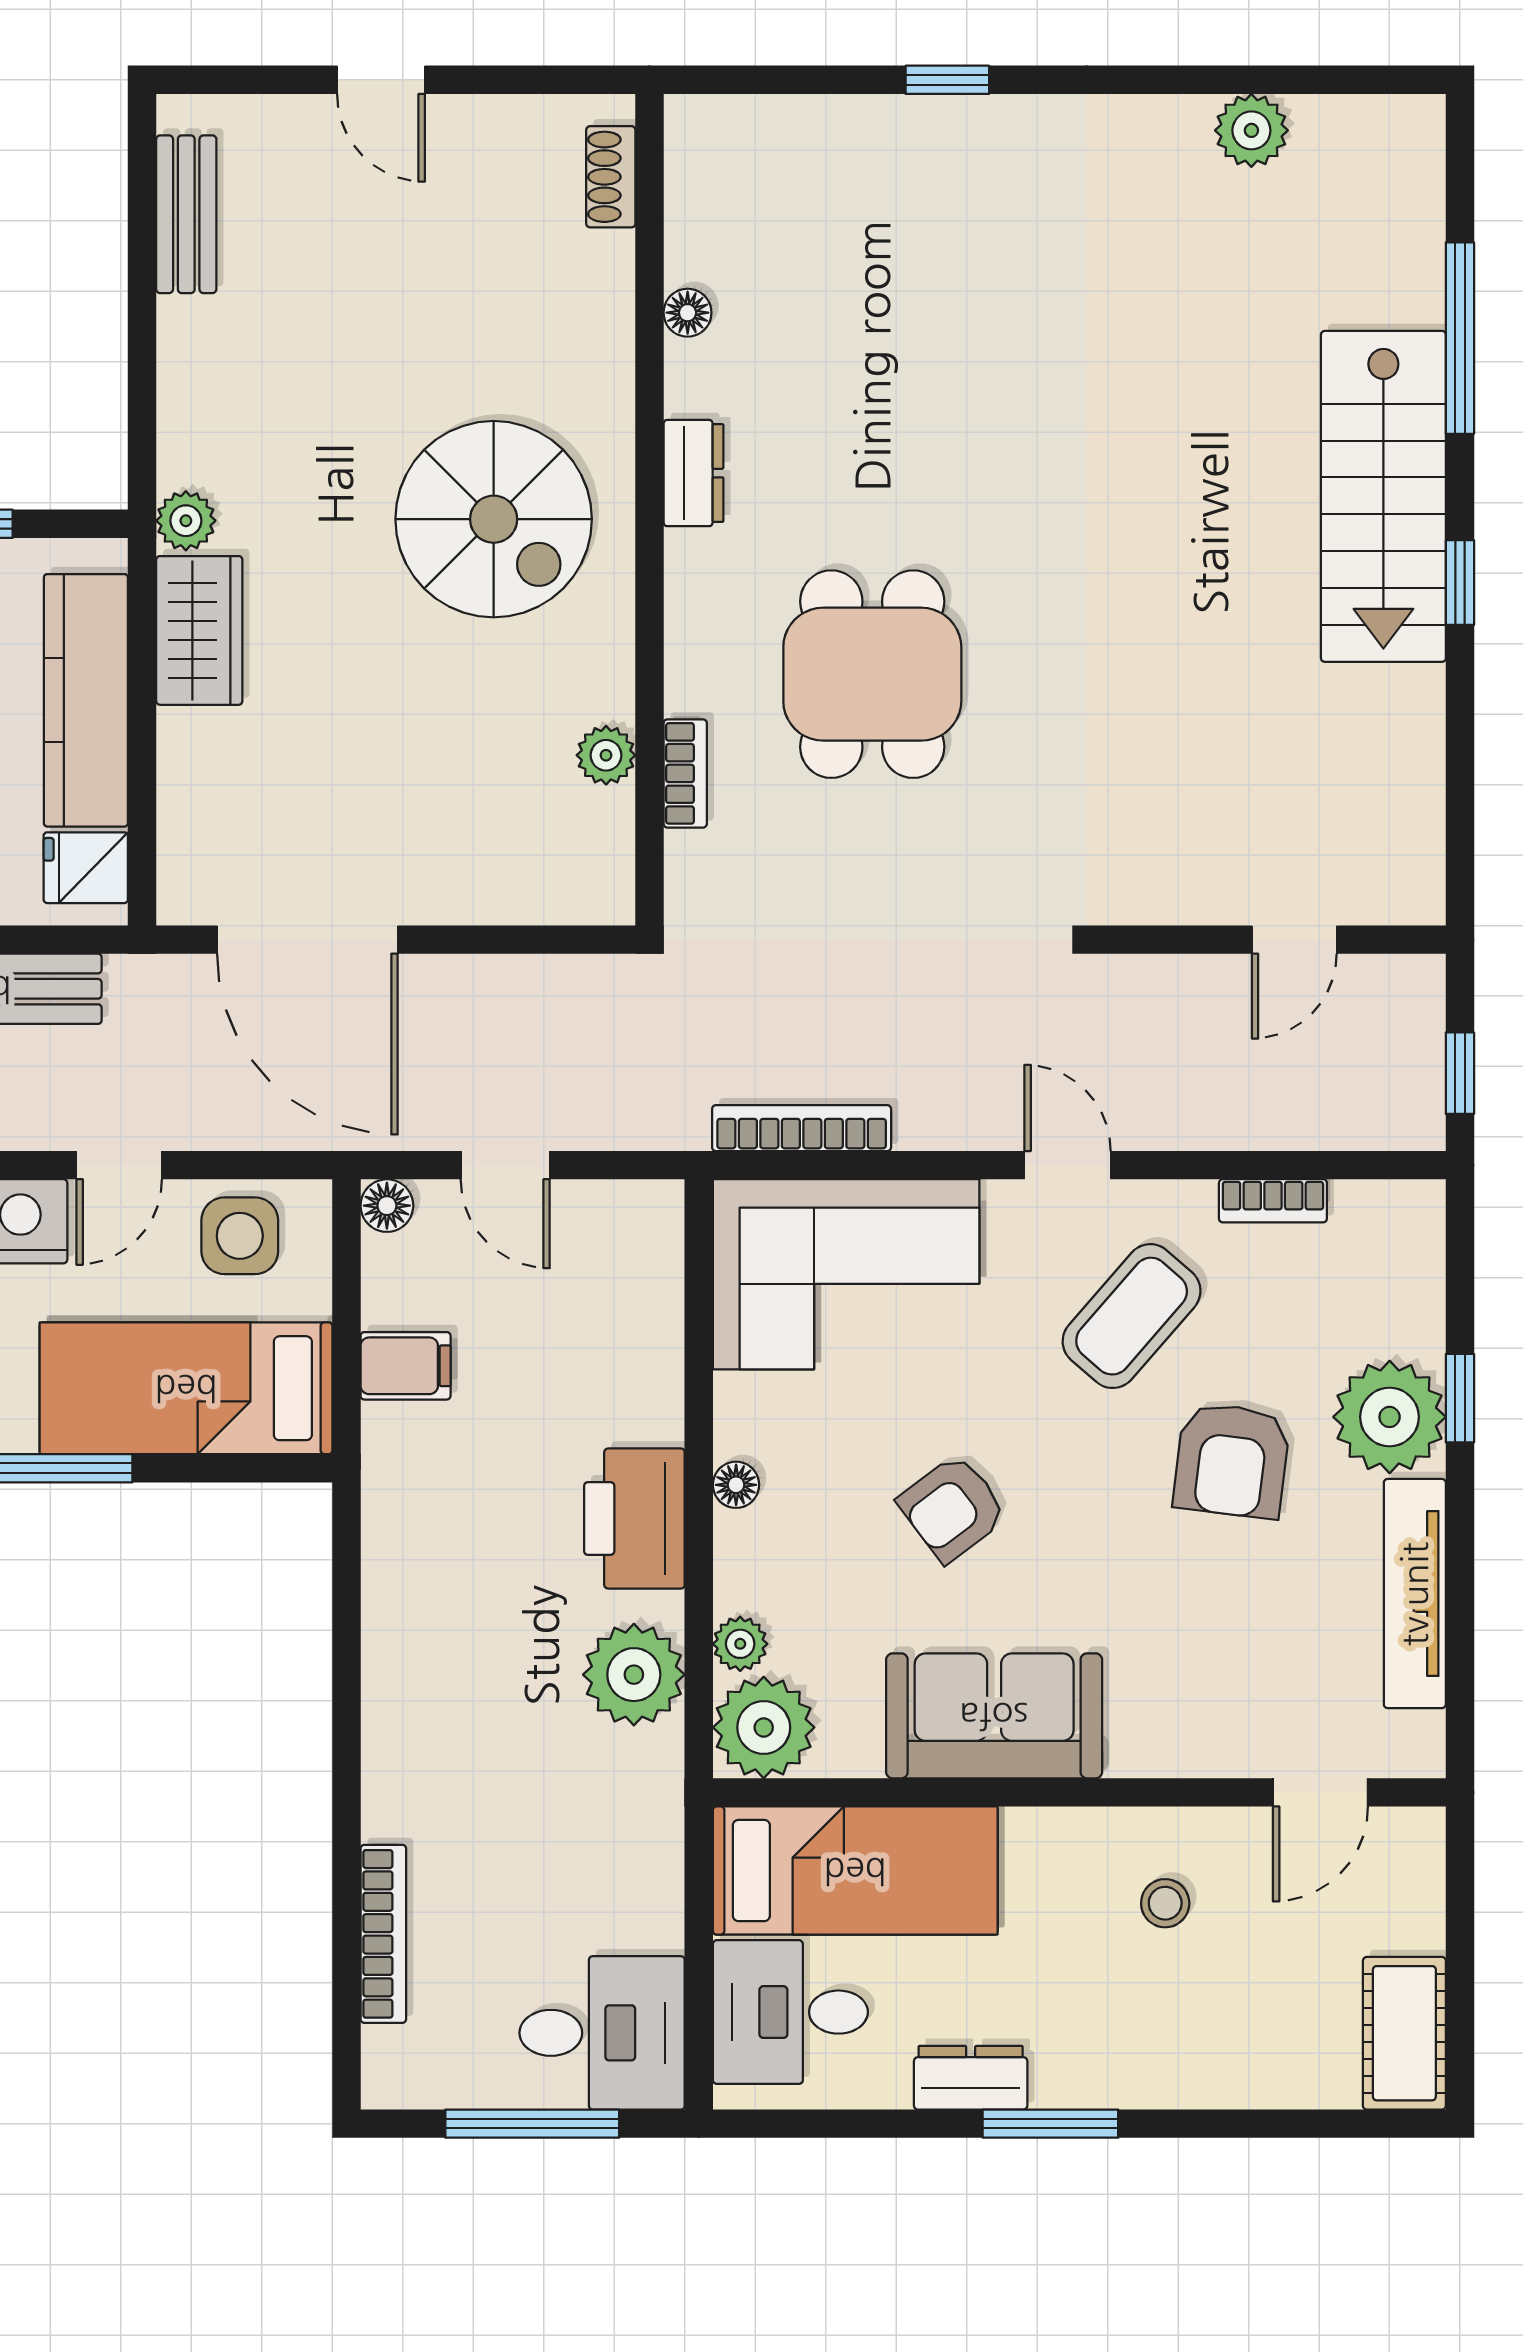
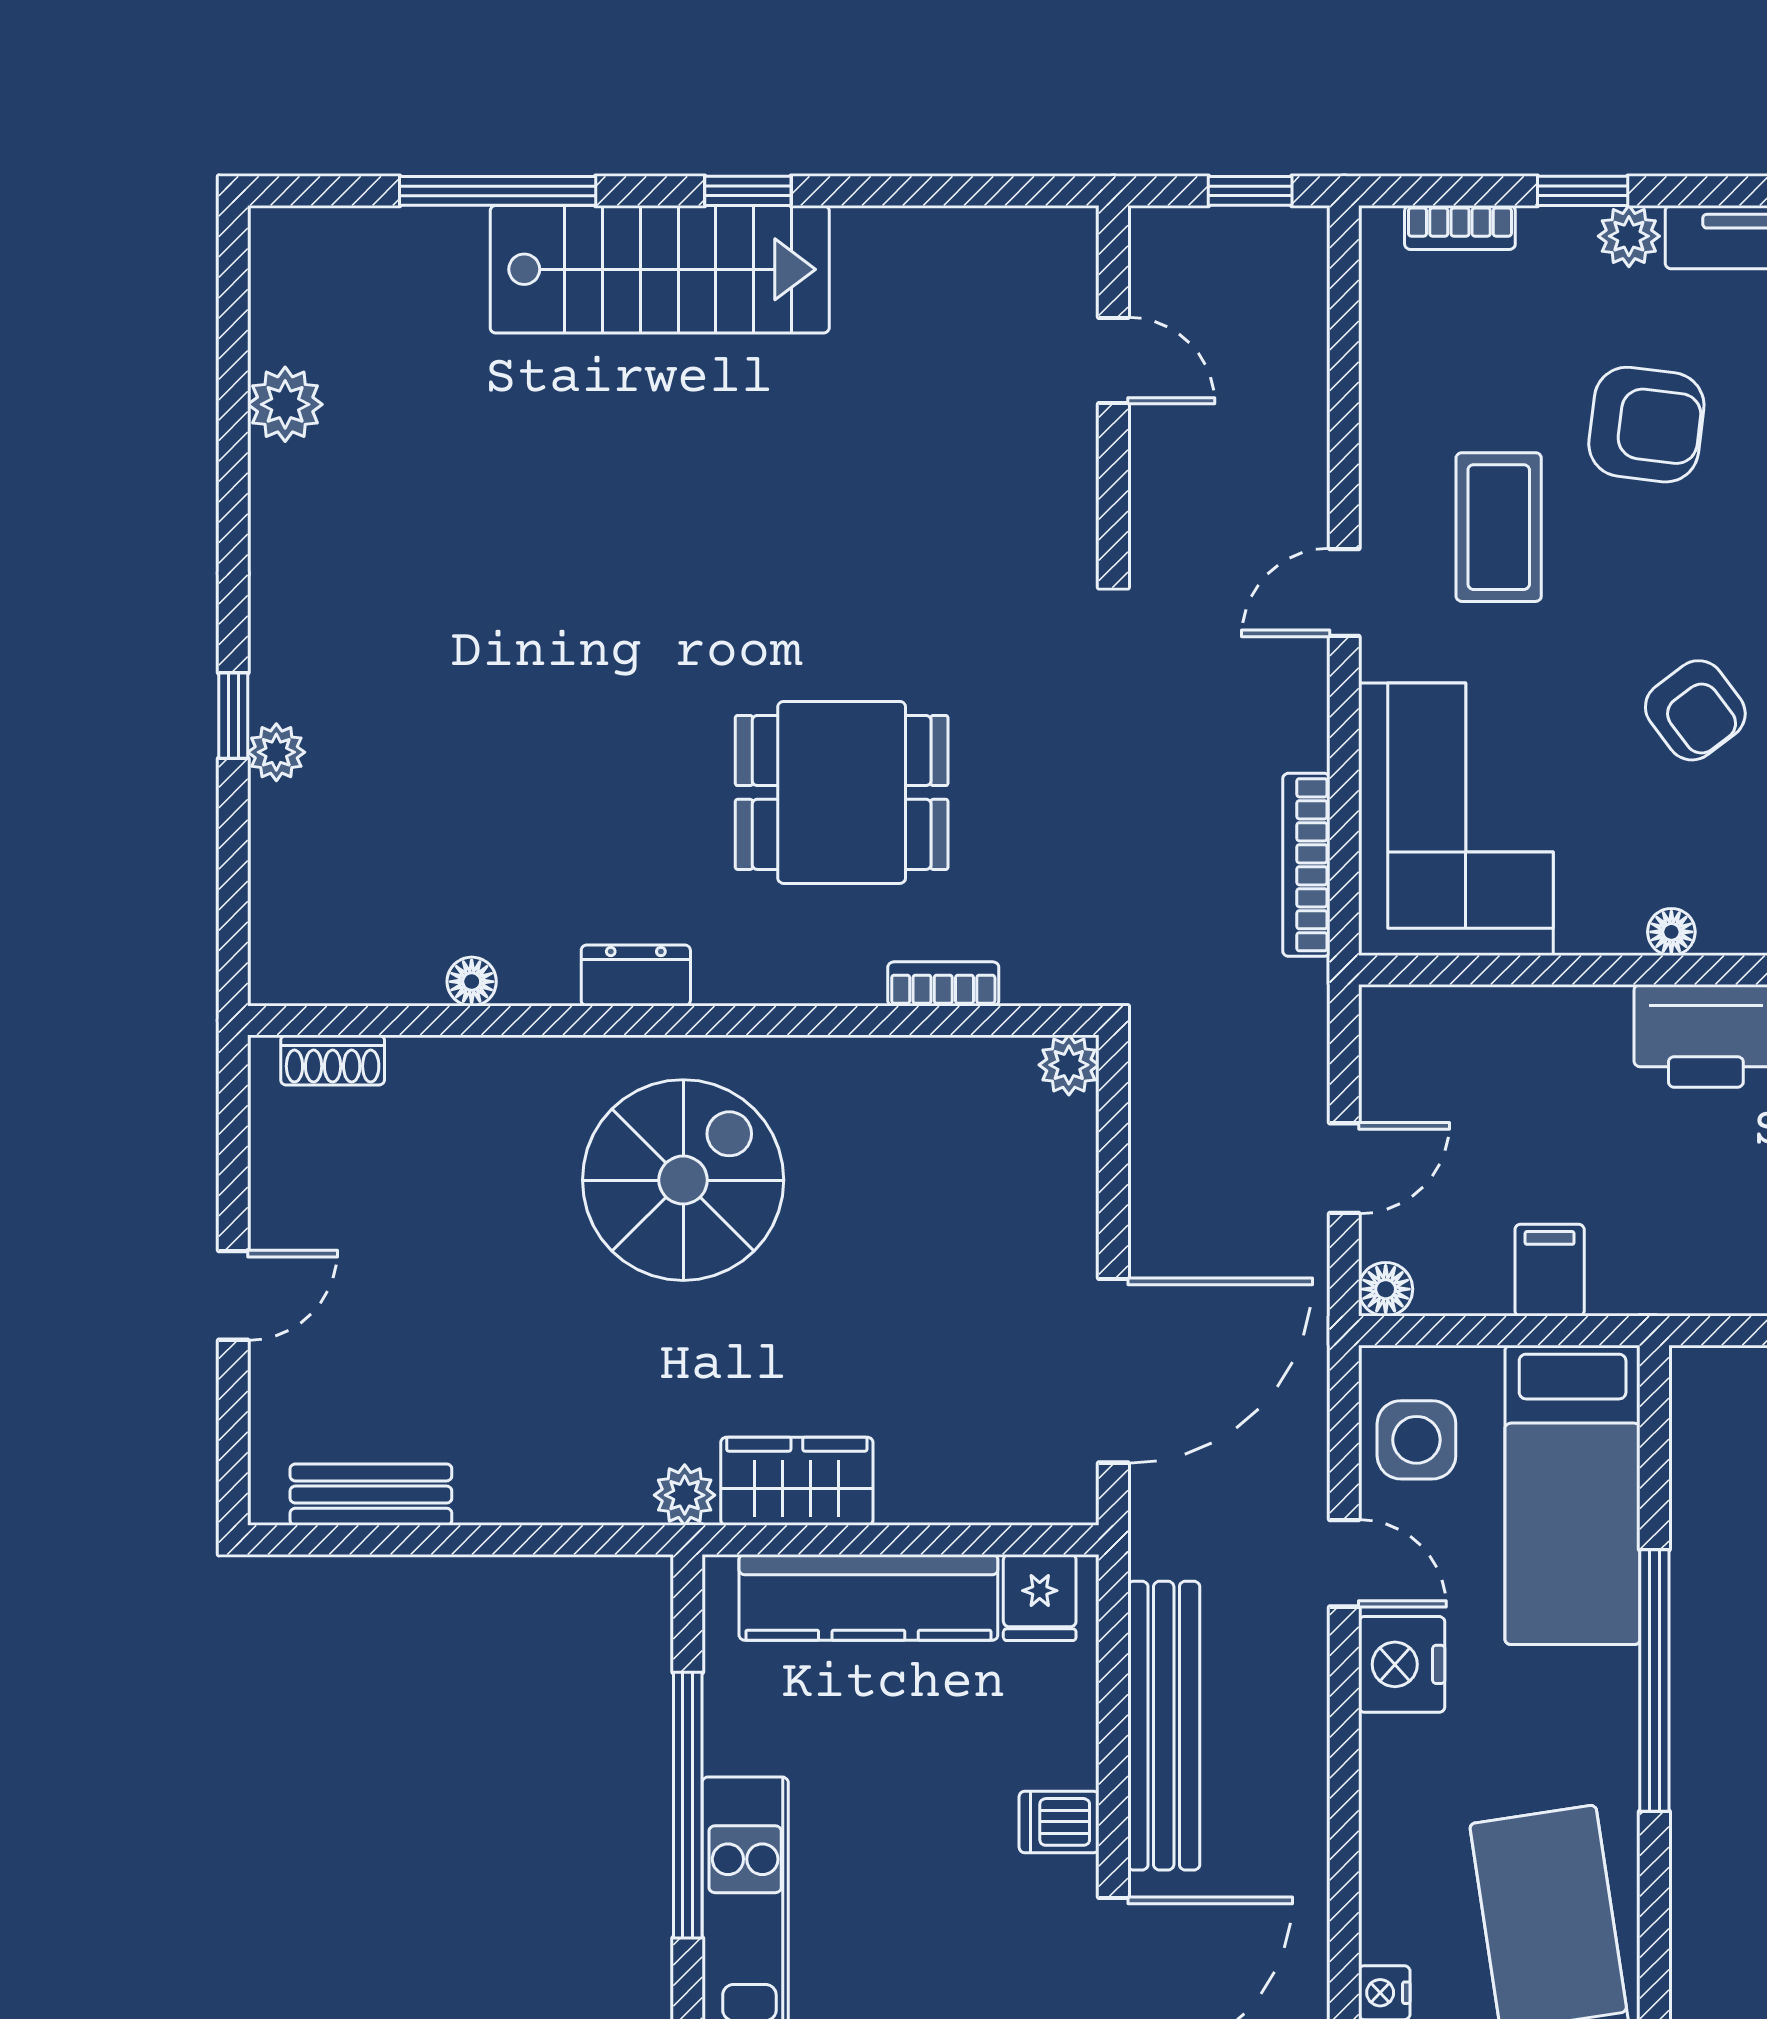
plant: (912, 122) -> (276, 752), added
plant: (606, 755) -> (1069, 1065), moved
bookcase: (1273, 1201) -> (1460, 227), moved, turned 90
coffee table: (1132, 1316) -> (1499, 527), turned 49
plant: (1390, 1417) -> (1629, 236), width x0.53, depth x0.53

